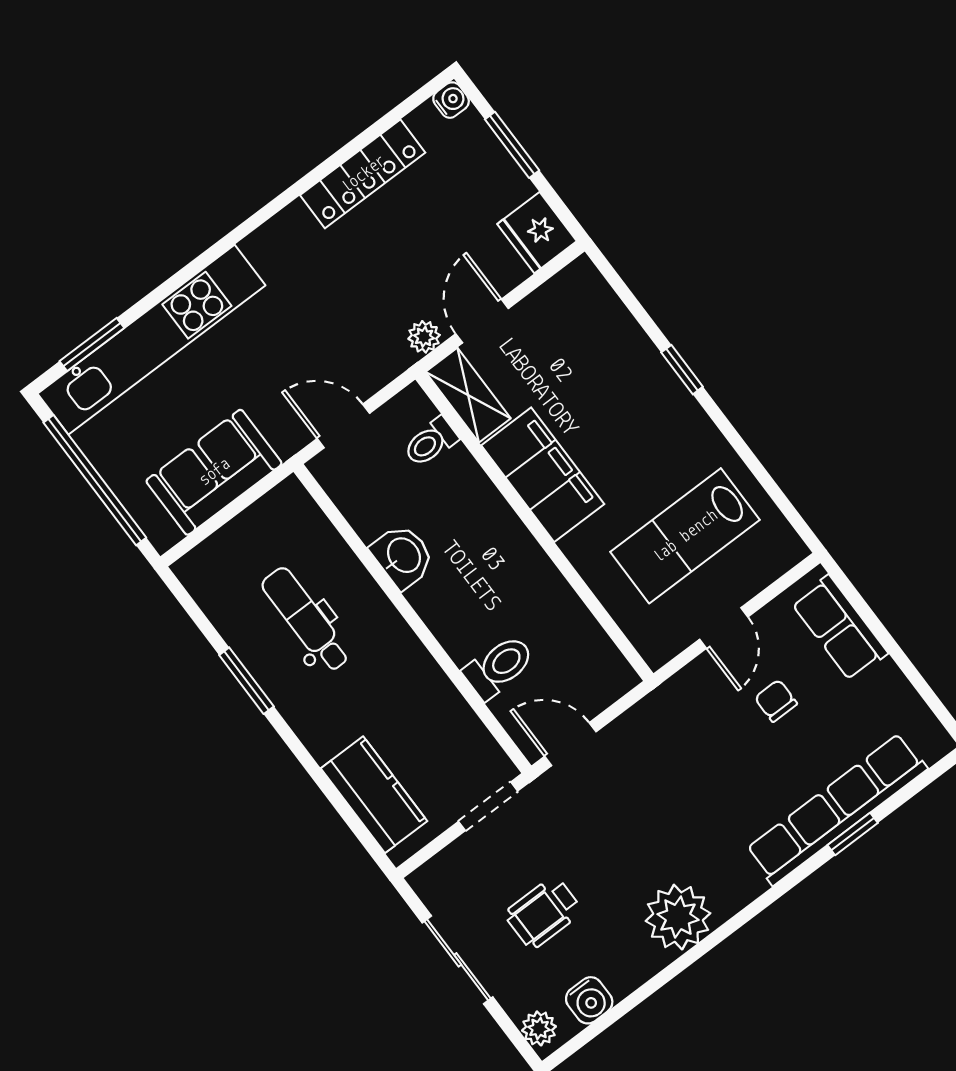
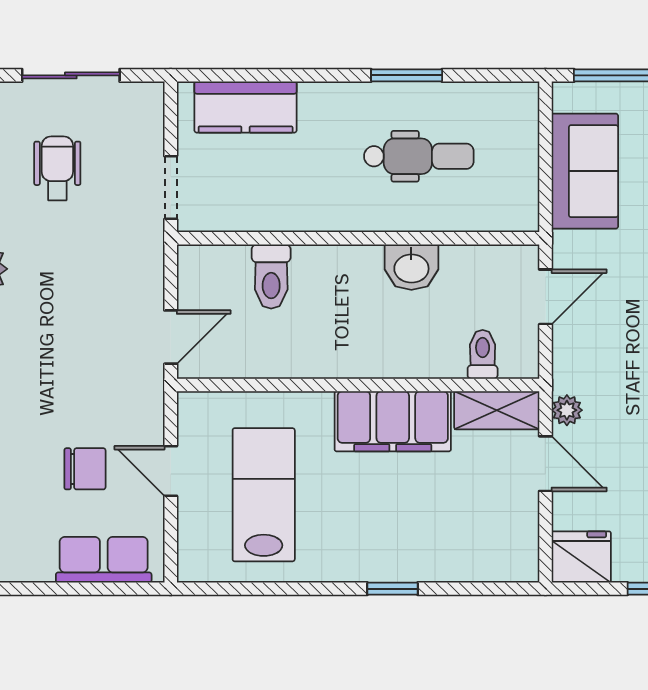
chair: (776, 701) -> (85, 469), width x1.37, depth x1.37
door: (570, 744) -> (171, 337), moved

